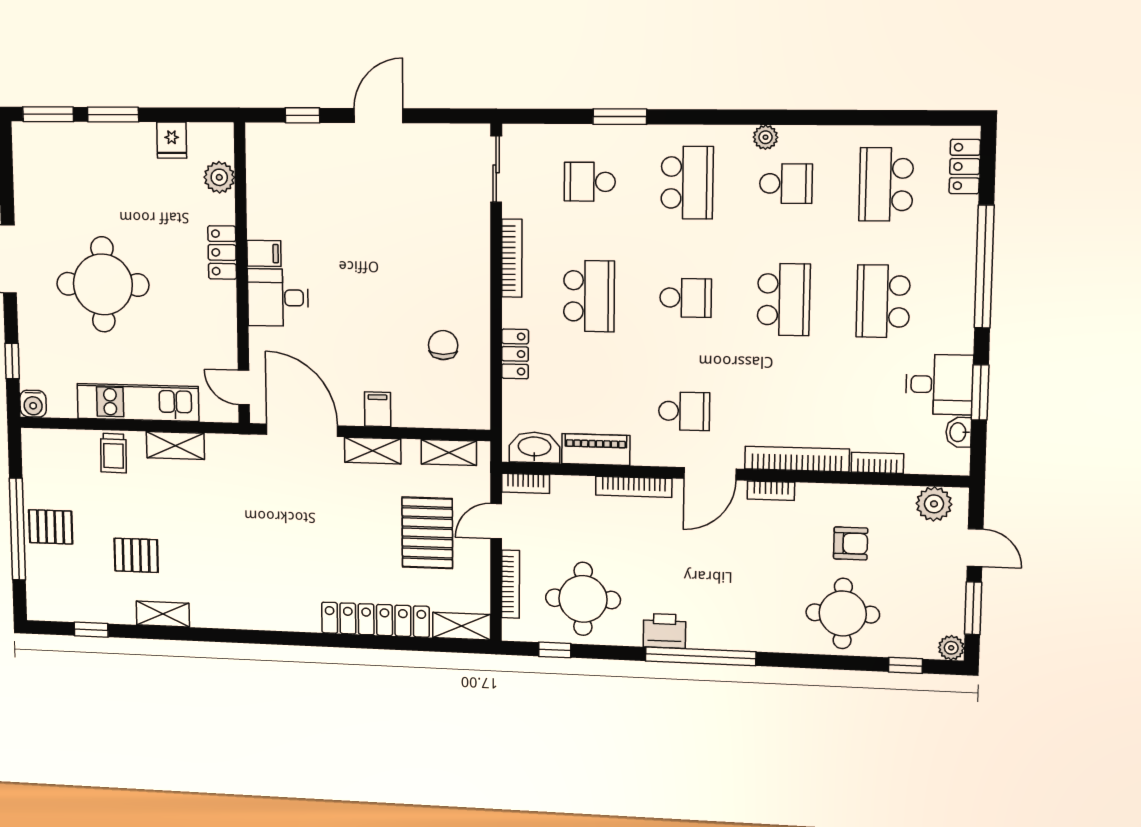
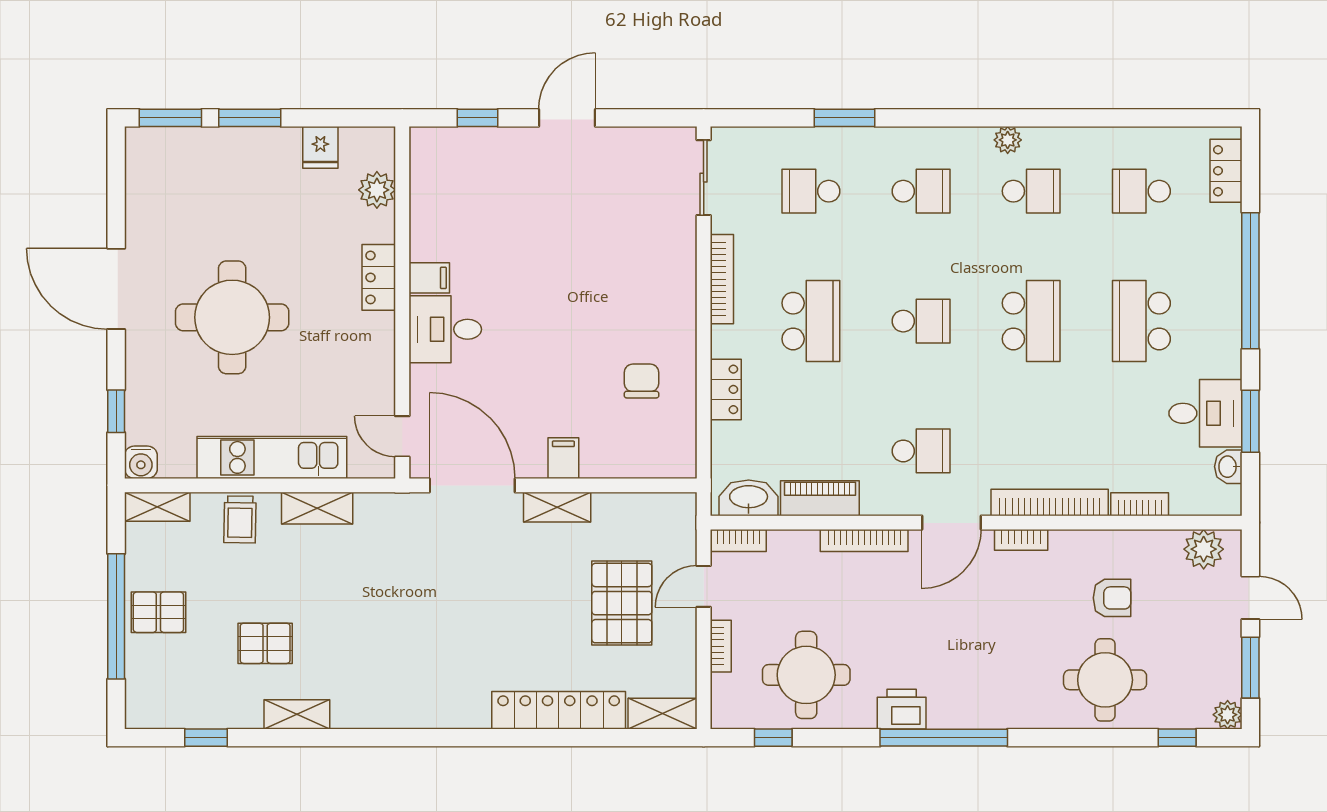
school desk: (687, 183) -> (921, 191), width x0.54
school desk: (886, 184) -> (1141, 191), width x0.54
shelving: (449, 452) -> (157, 507), moved
bookcase: (511, 584) -> (721, 646), width x0.64

